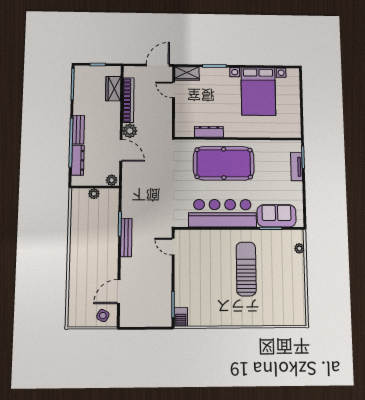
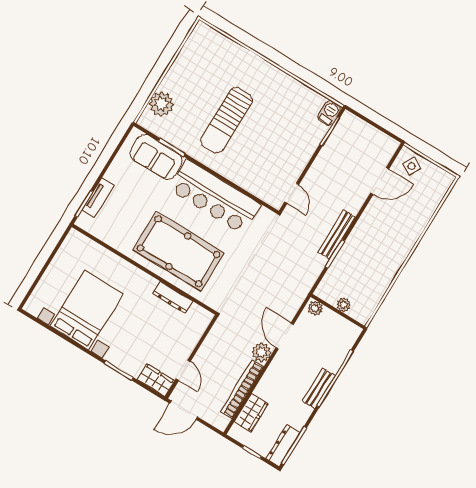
dresser: (78, 160) -> (283, 446), moved
plant: (299, 248) -> (161, 104), width x1.87, depth x1.87

